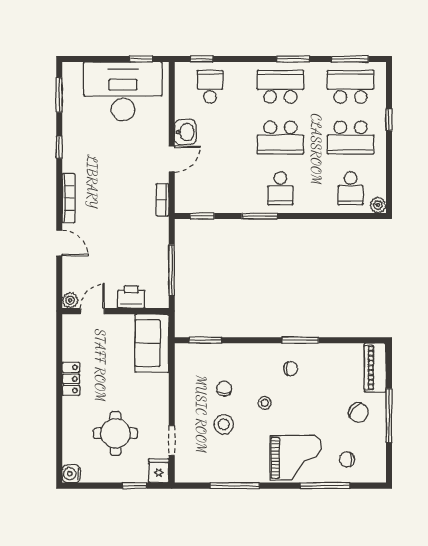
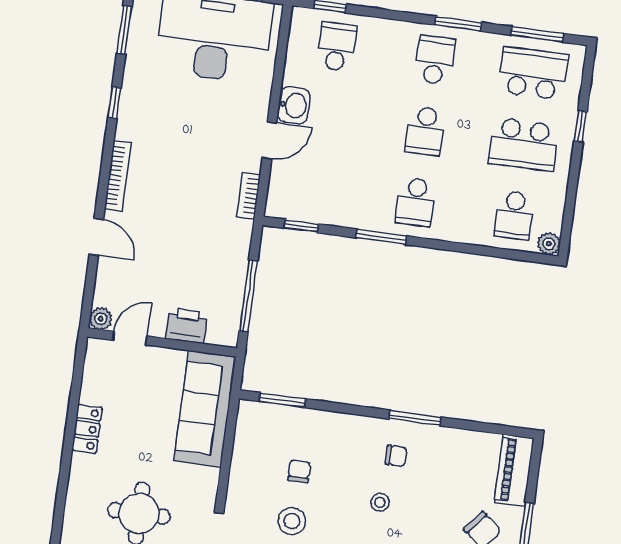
school desk: (280, 87) -> (435, 60), width x0.54
school desk: (280, 138) -> (425, 131), width x0.54
sofa: (152, 343) -> (205, 409), width x1.36
stool: (265, 403) -> (380, 502), moved

